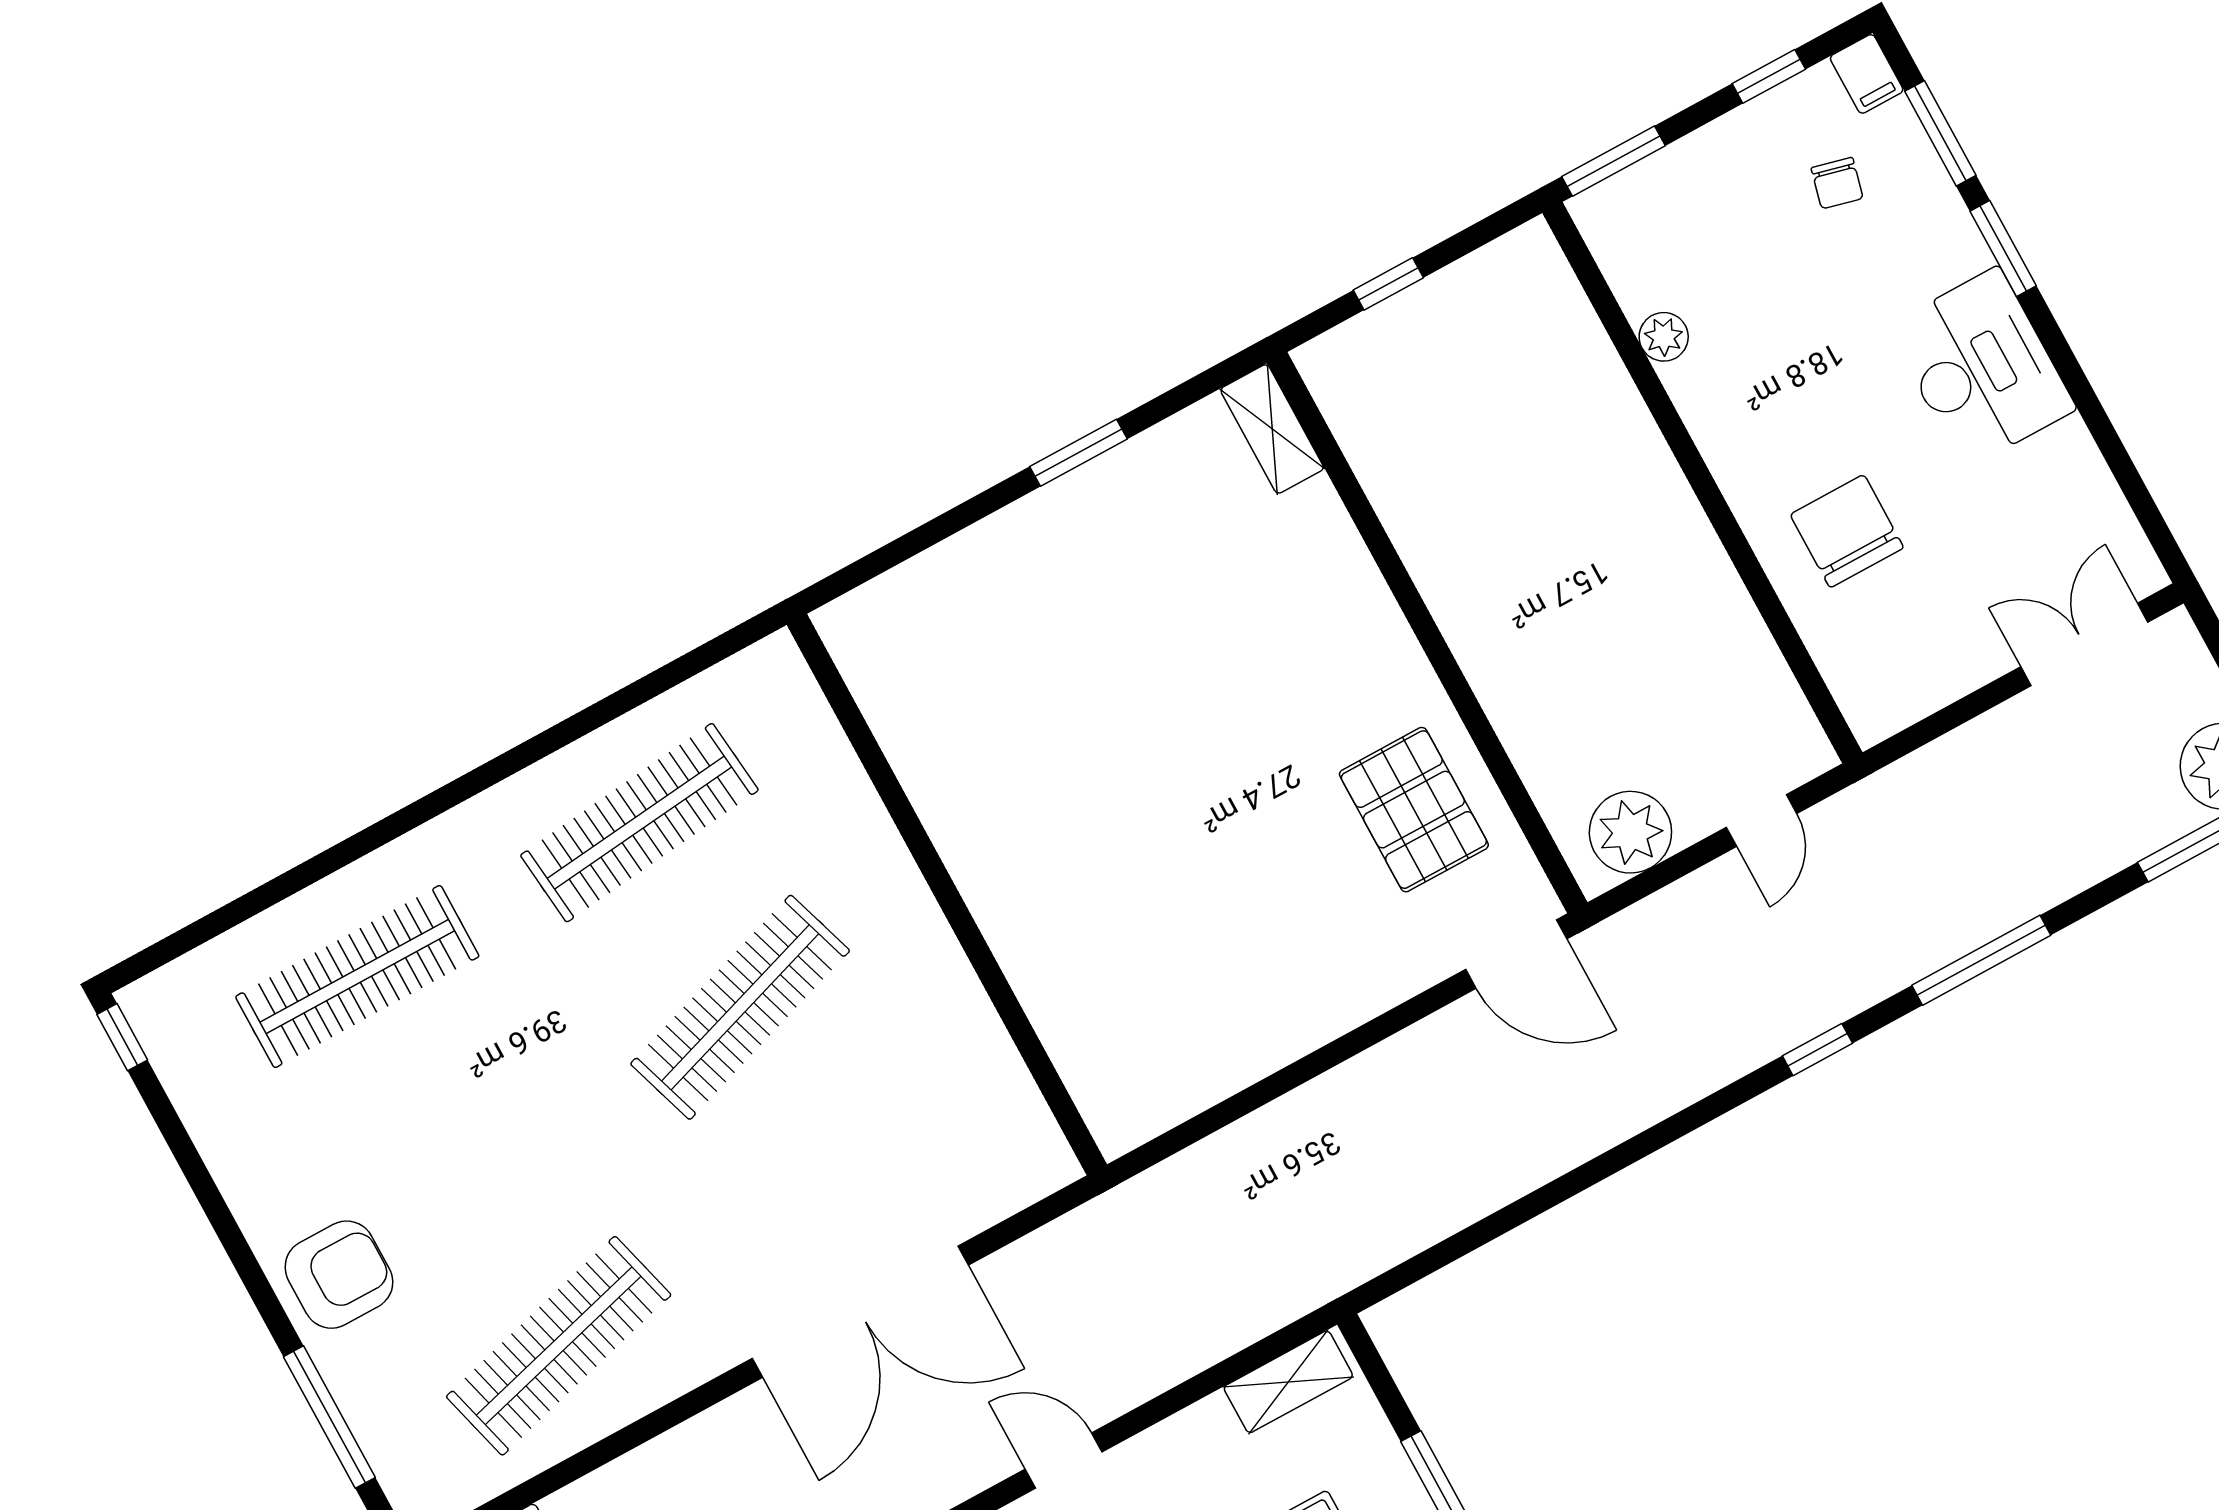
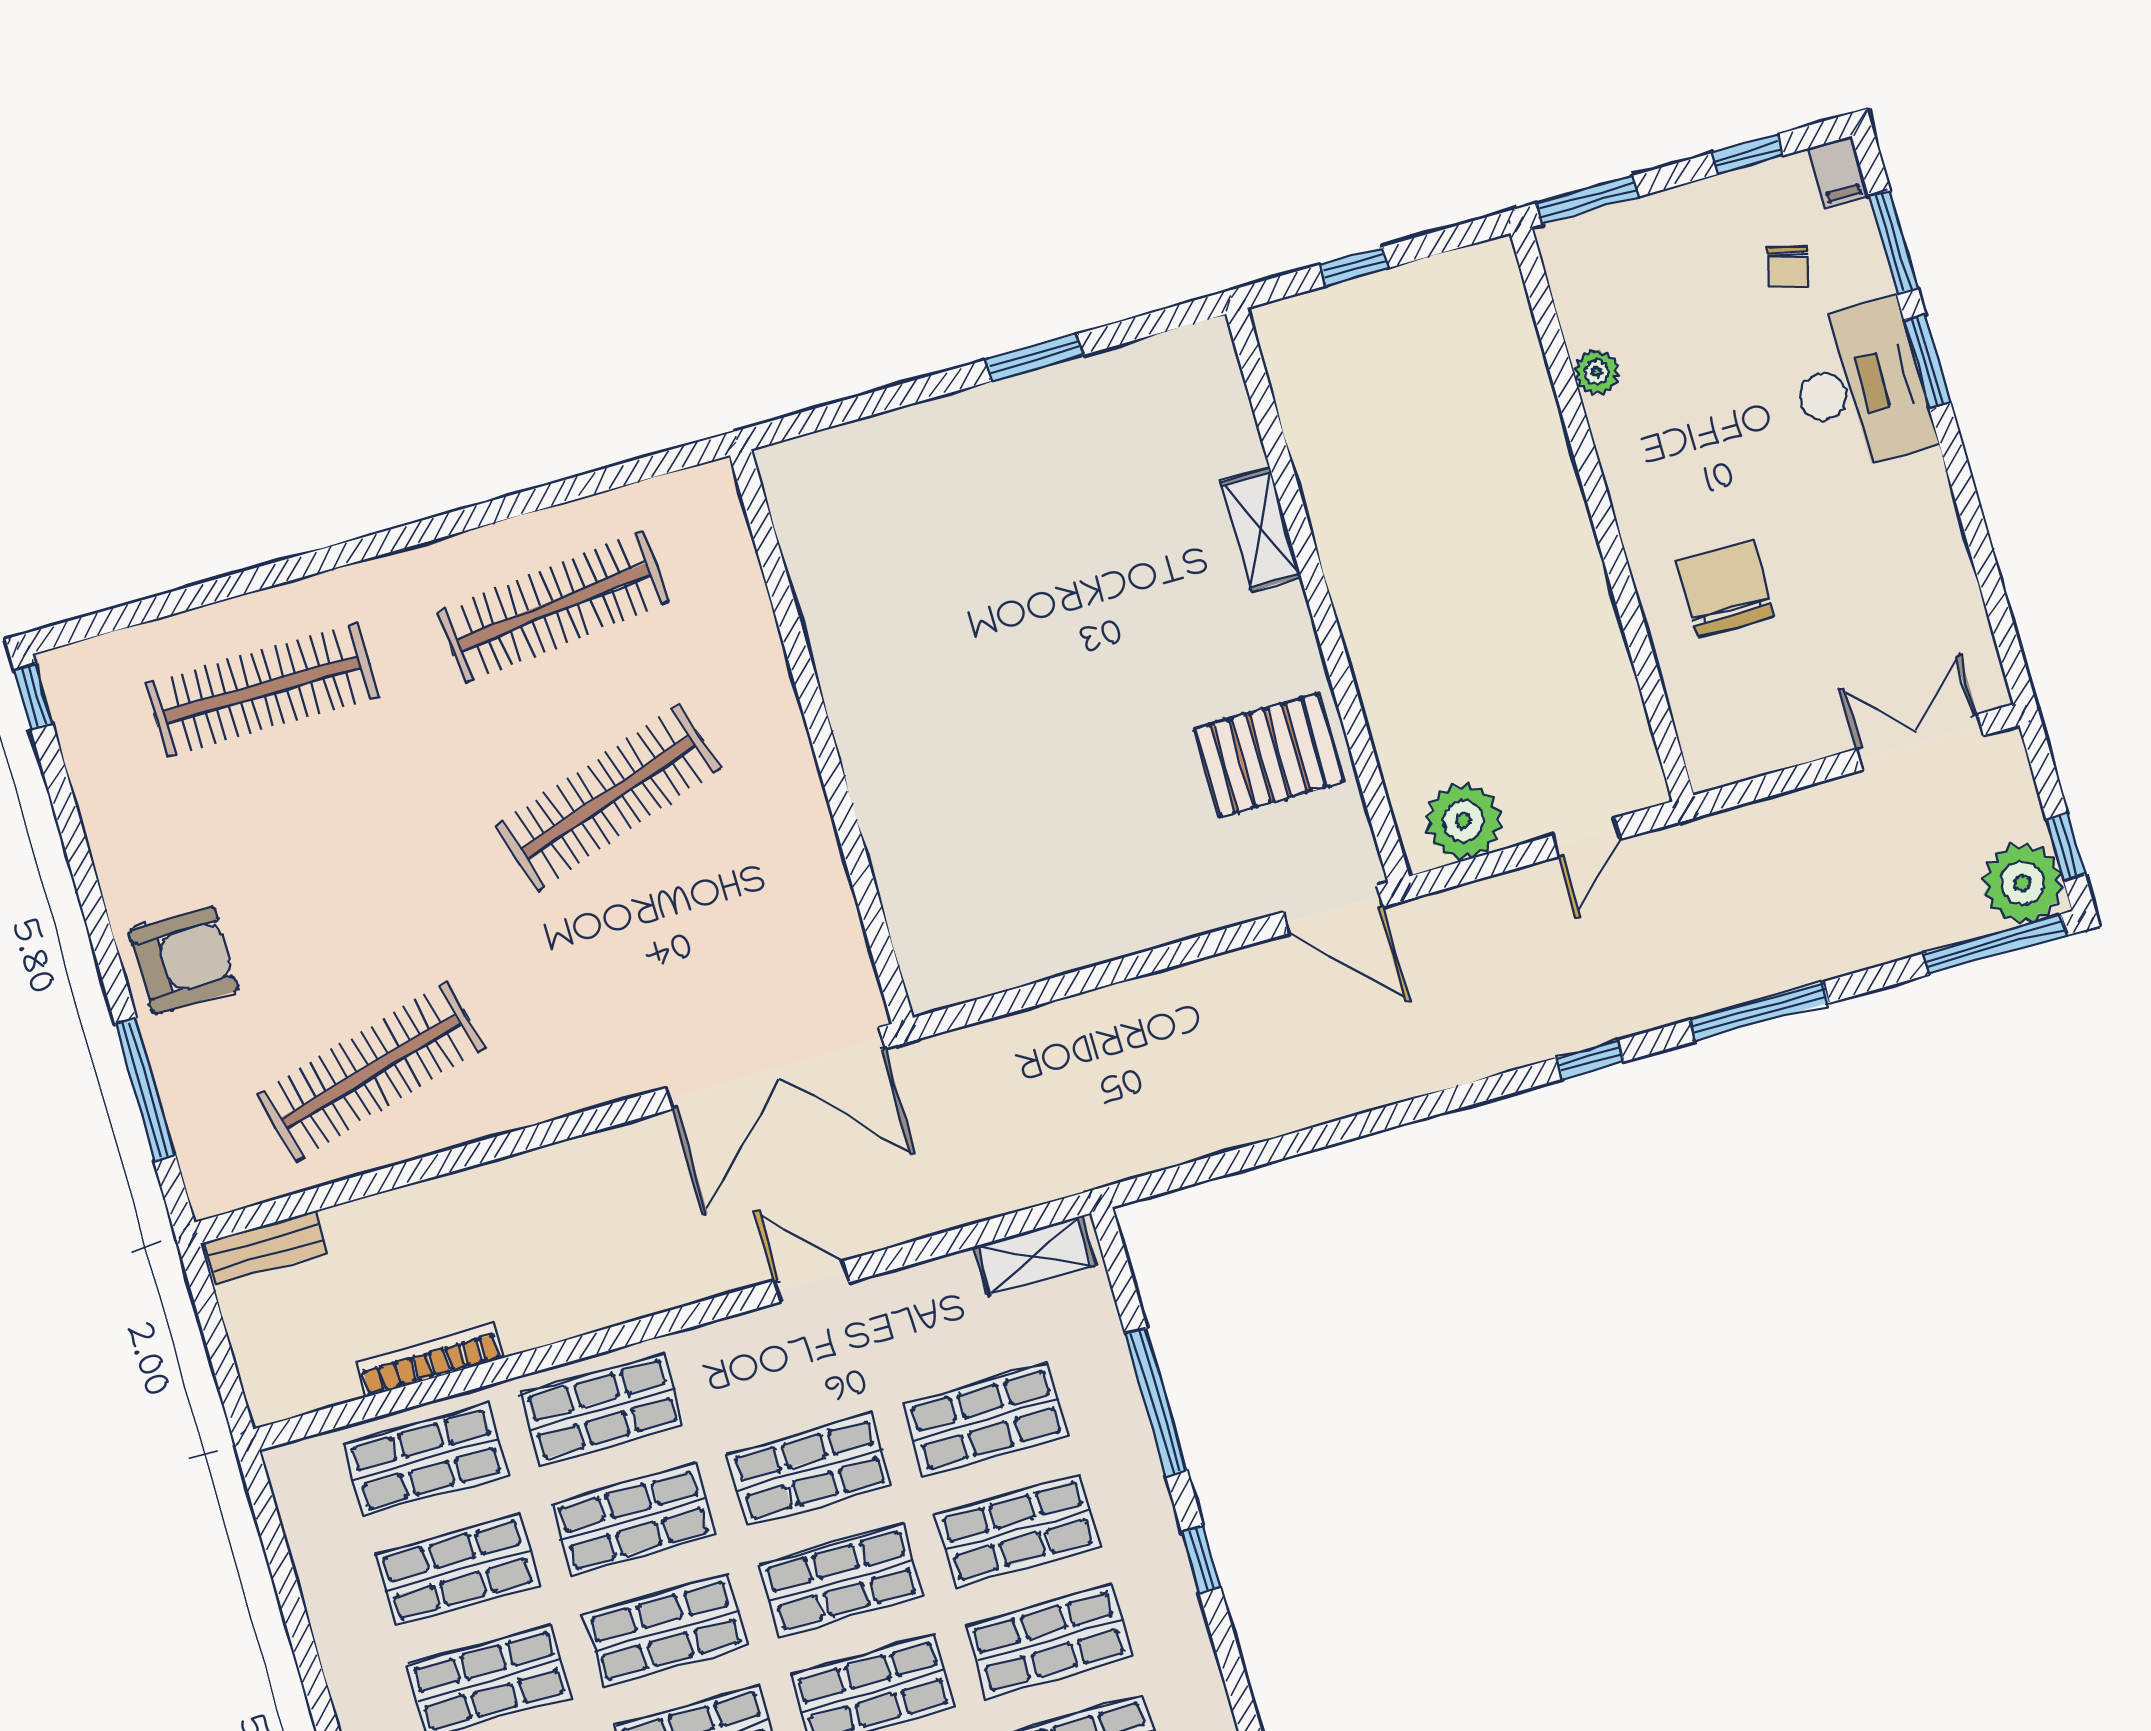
desk: (1981, 368) -> (1860, 386), moved
shelving: (1272, 429) -> (1261, 529), moved
pallet: (1414, 810) -> (1269, 755), turned 90
double door: (860, 1312) -> (776, 1068), moved

